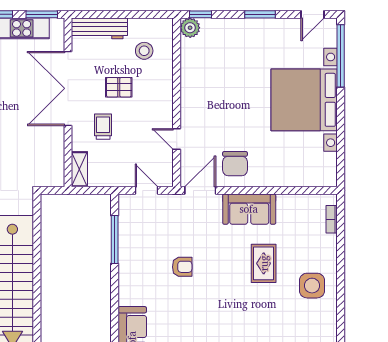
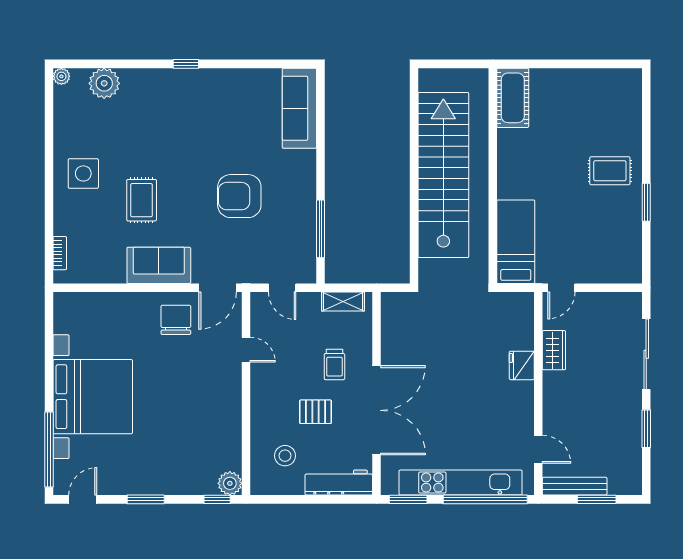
shelving: (79, 169) -> (343, 302), moved, turned 90
armchair: (182, 267) -> (239, 196), width x1.88, depth x1.88

